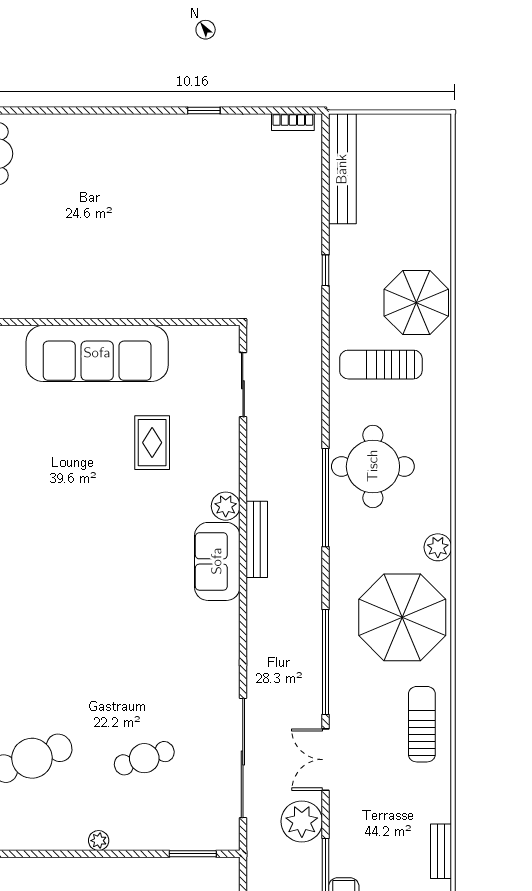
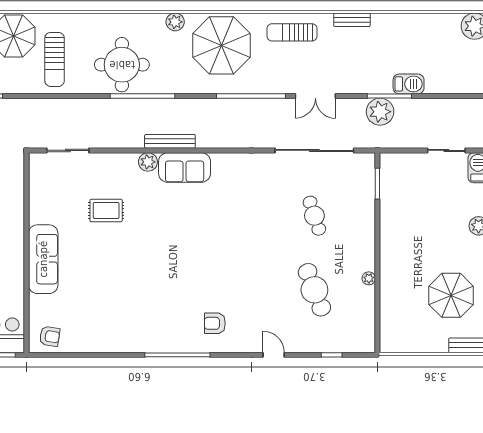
sofa: (97, 353) -> (43, 259), width x0.74, depth x0.79
plant: (302, 821) -> (380, 112), moved
plant: (99, 841) -> (369, 278), moved
bench: (441, 851) -> (352, 20), moved

